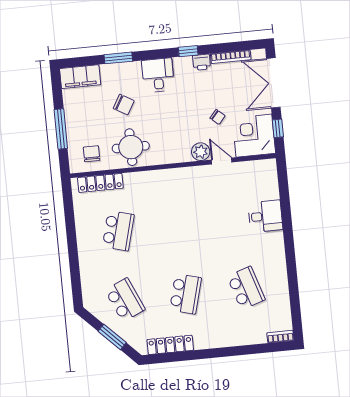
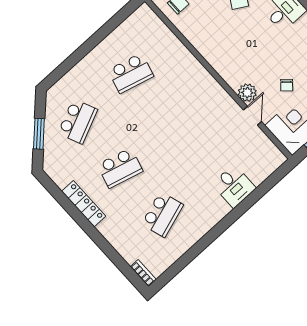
round table: (131, 147) -> (208, 32), removed
locker: (100, 183) -> (159, 29), removed
locker: (170, 345) -> (84, 204), moved

